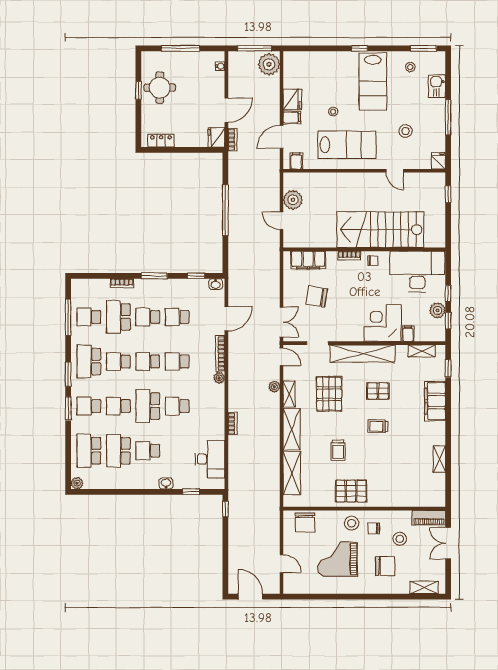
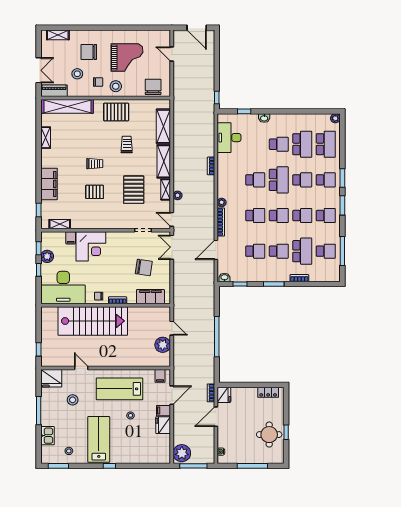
fridge: (438, 161) -> (51, 378), width x1.88, depth x1.34
shelving: (363, 354) -> (67, 106), moved
school desk: (89, 362) -> (326, 216), width x0.54

